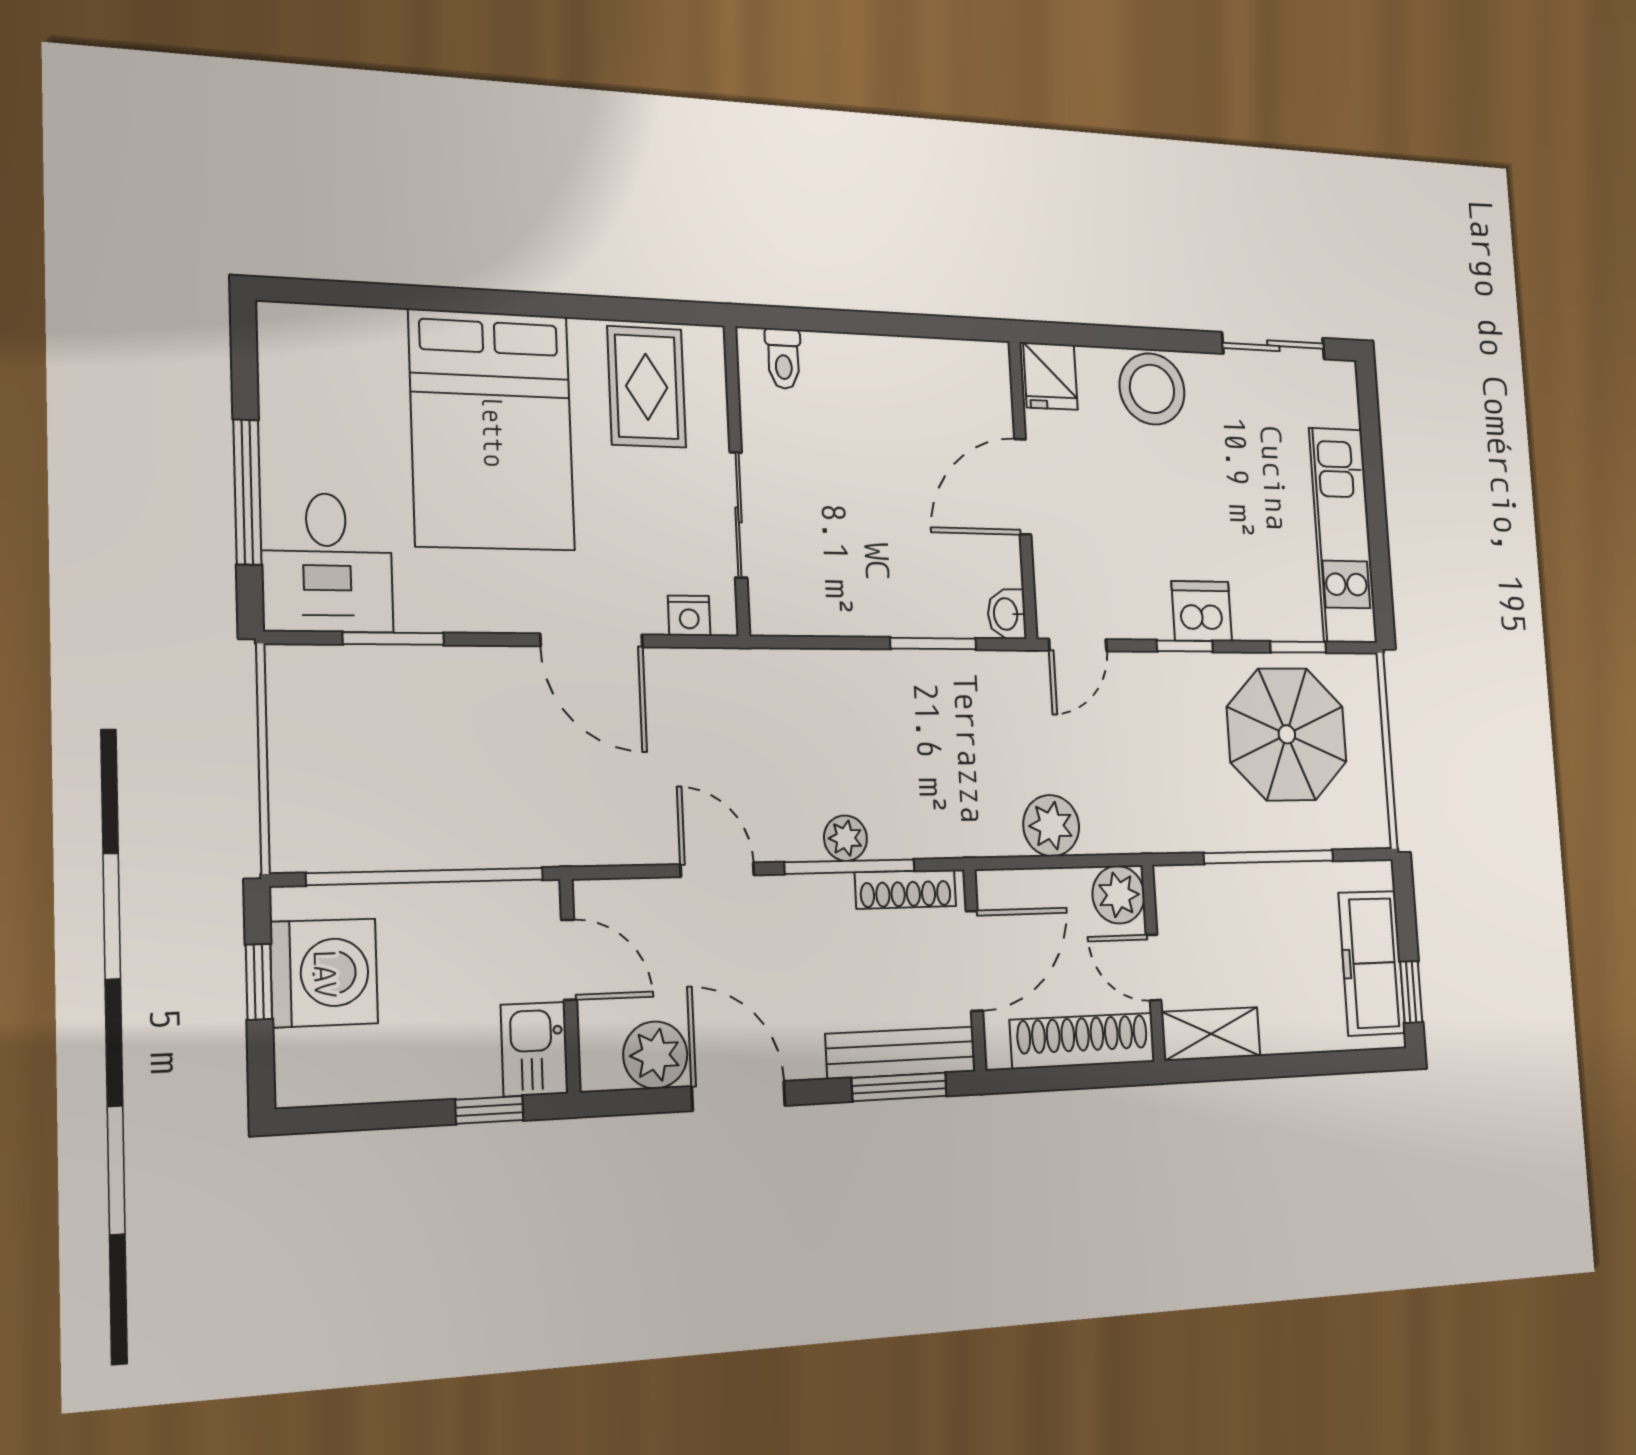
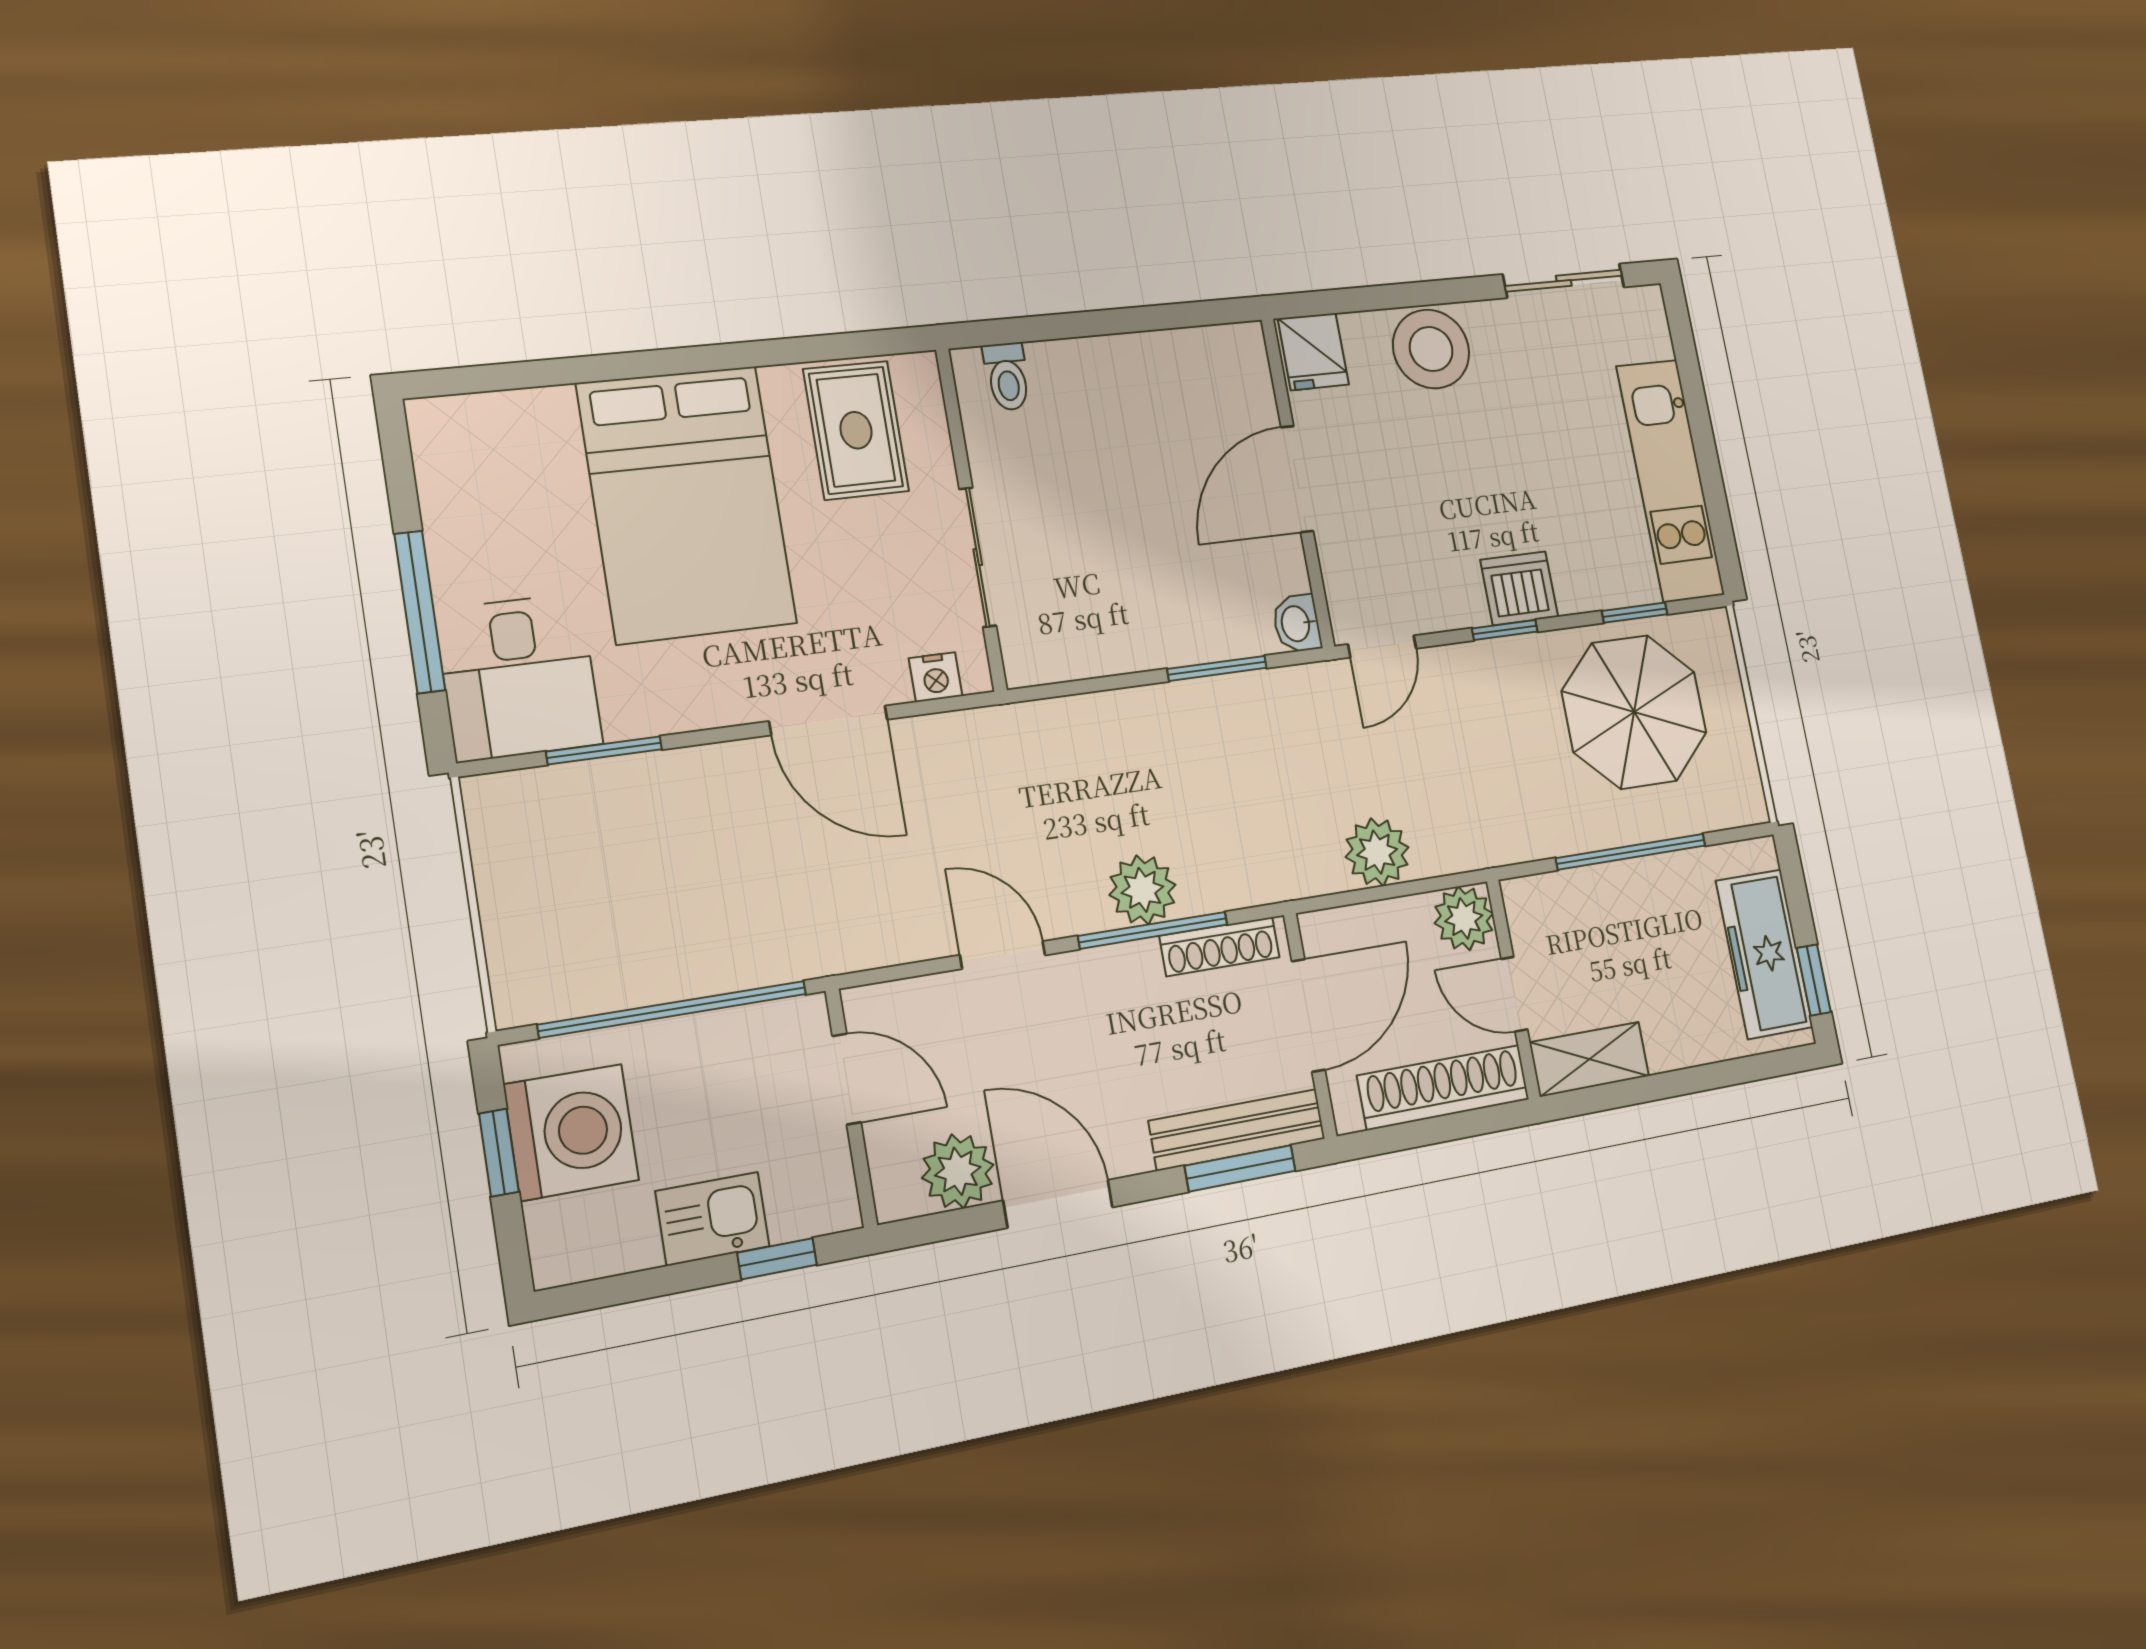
plant: (845, 838) -> (1142, 890), width x1.38, depth x1.38
kitchen sink: (534, 1049) -> (713, 1219), moved, turned 90

